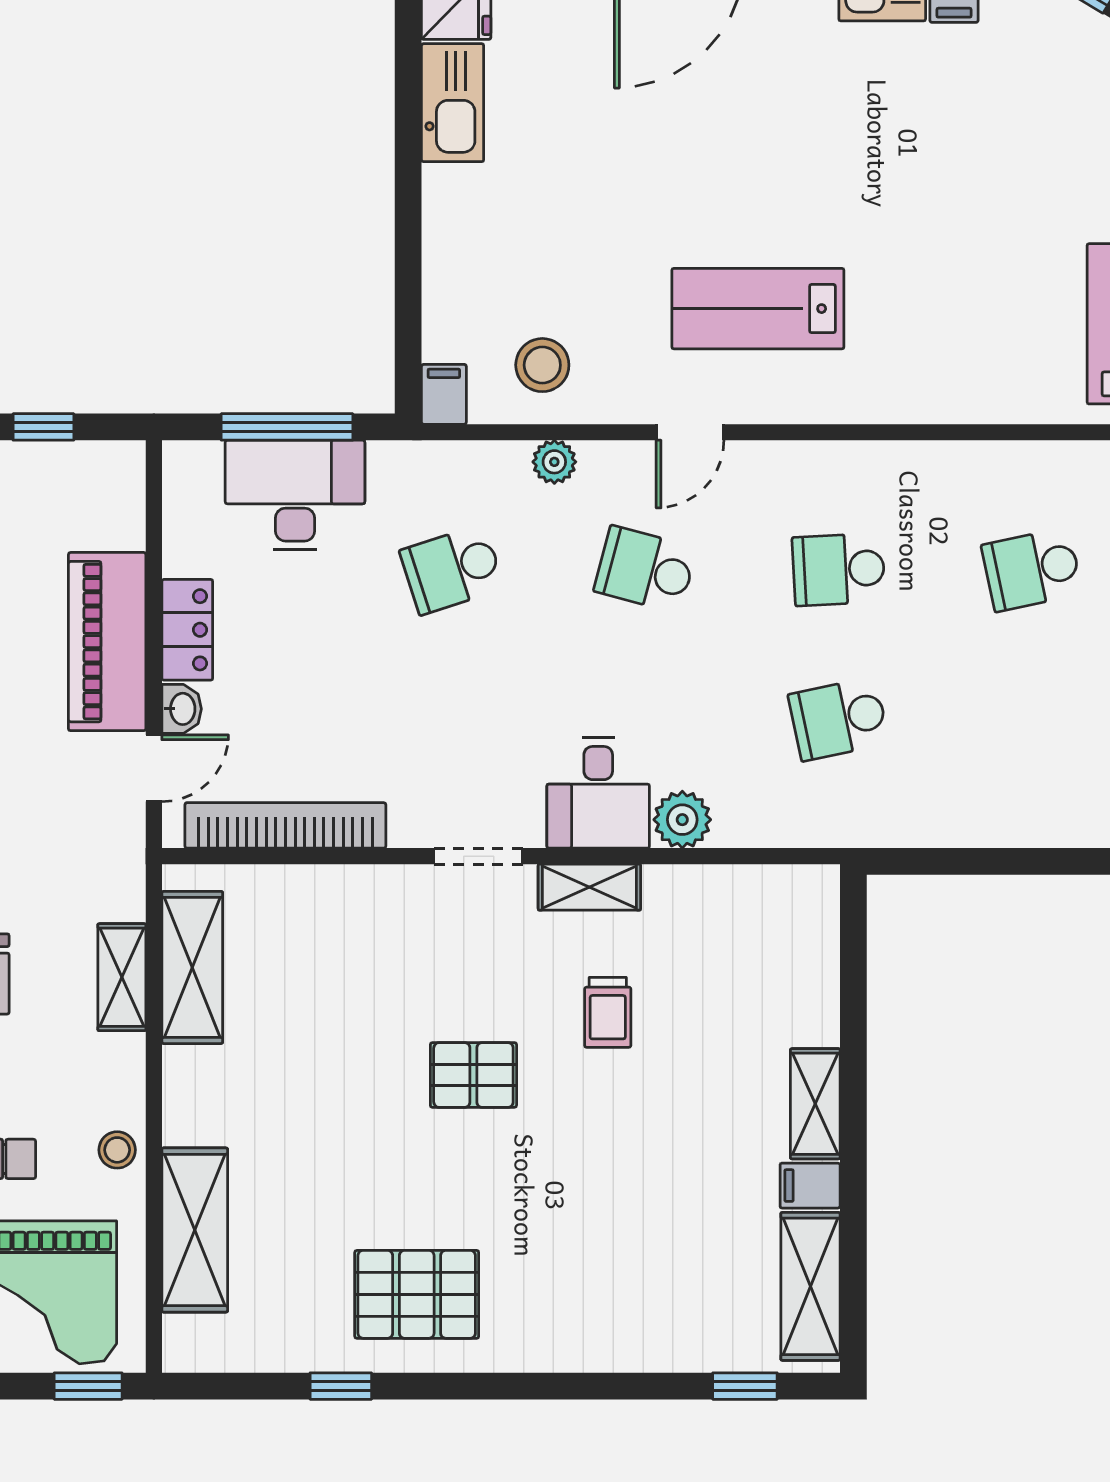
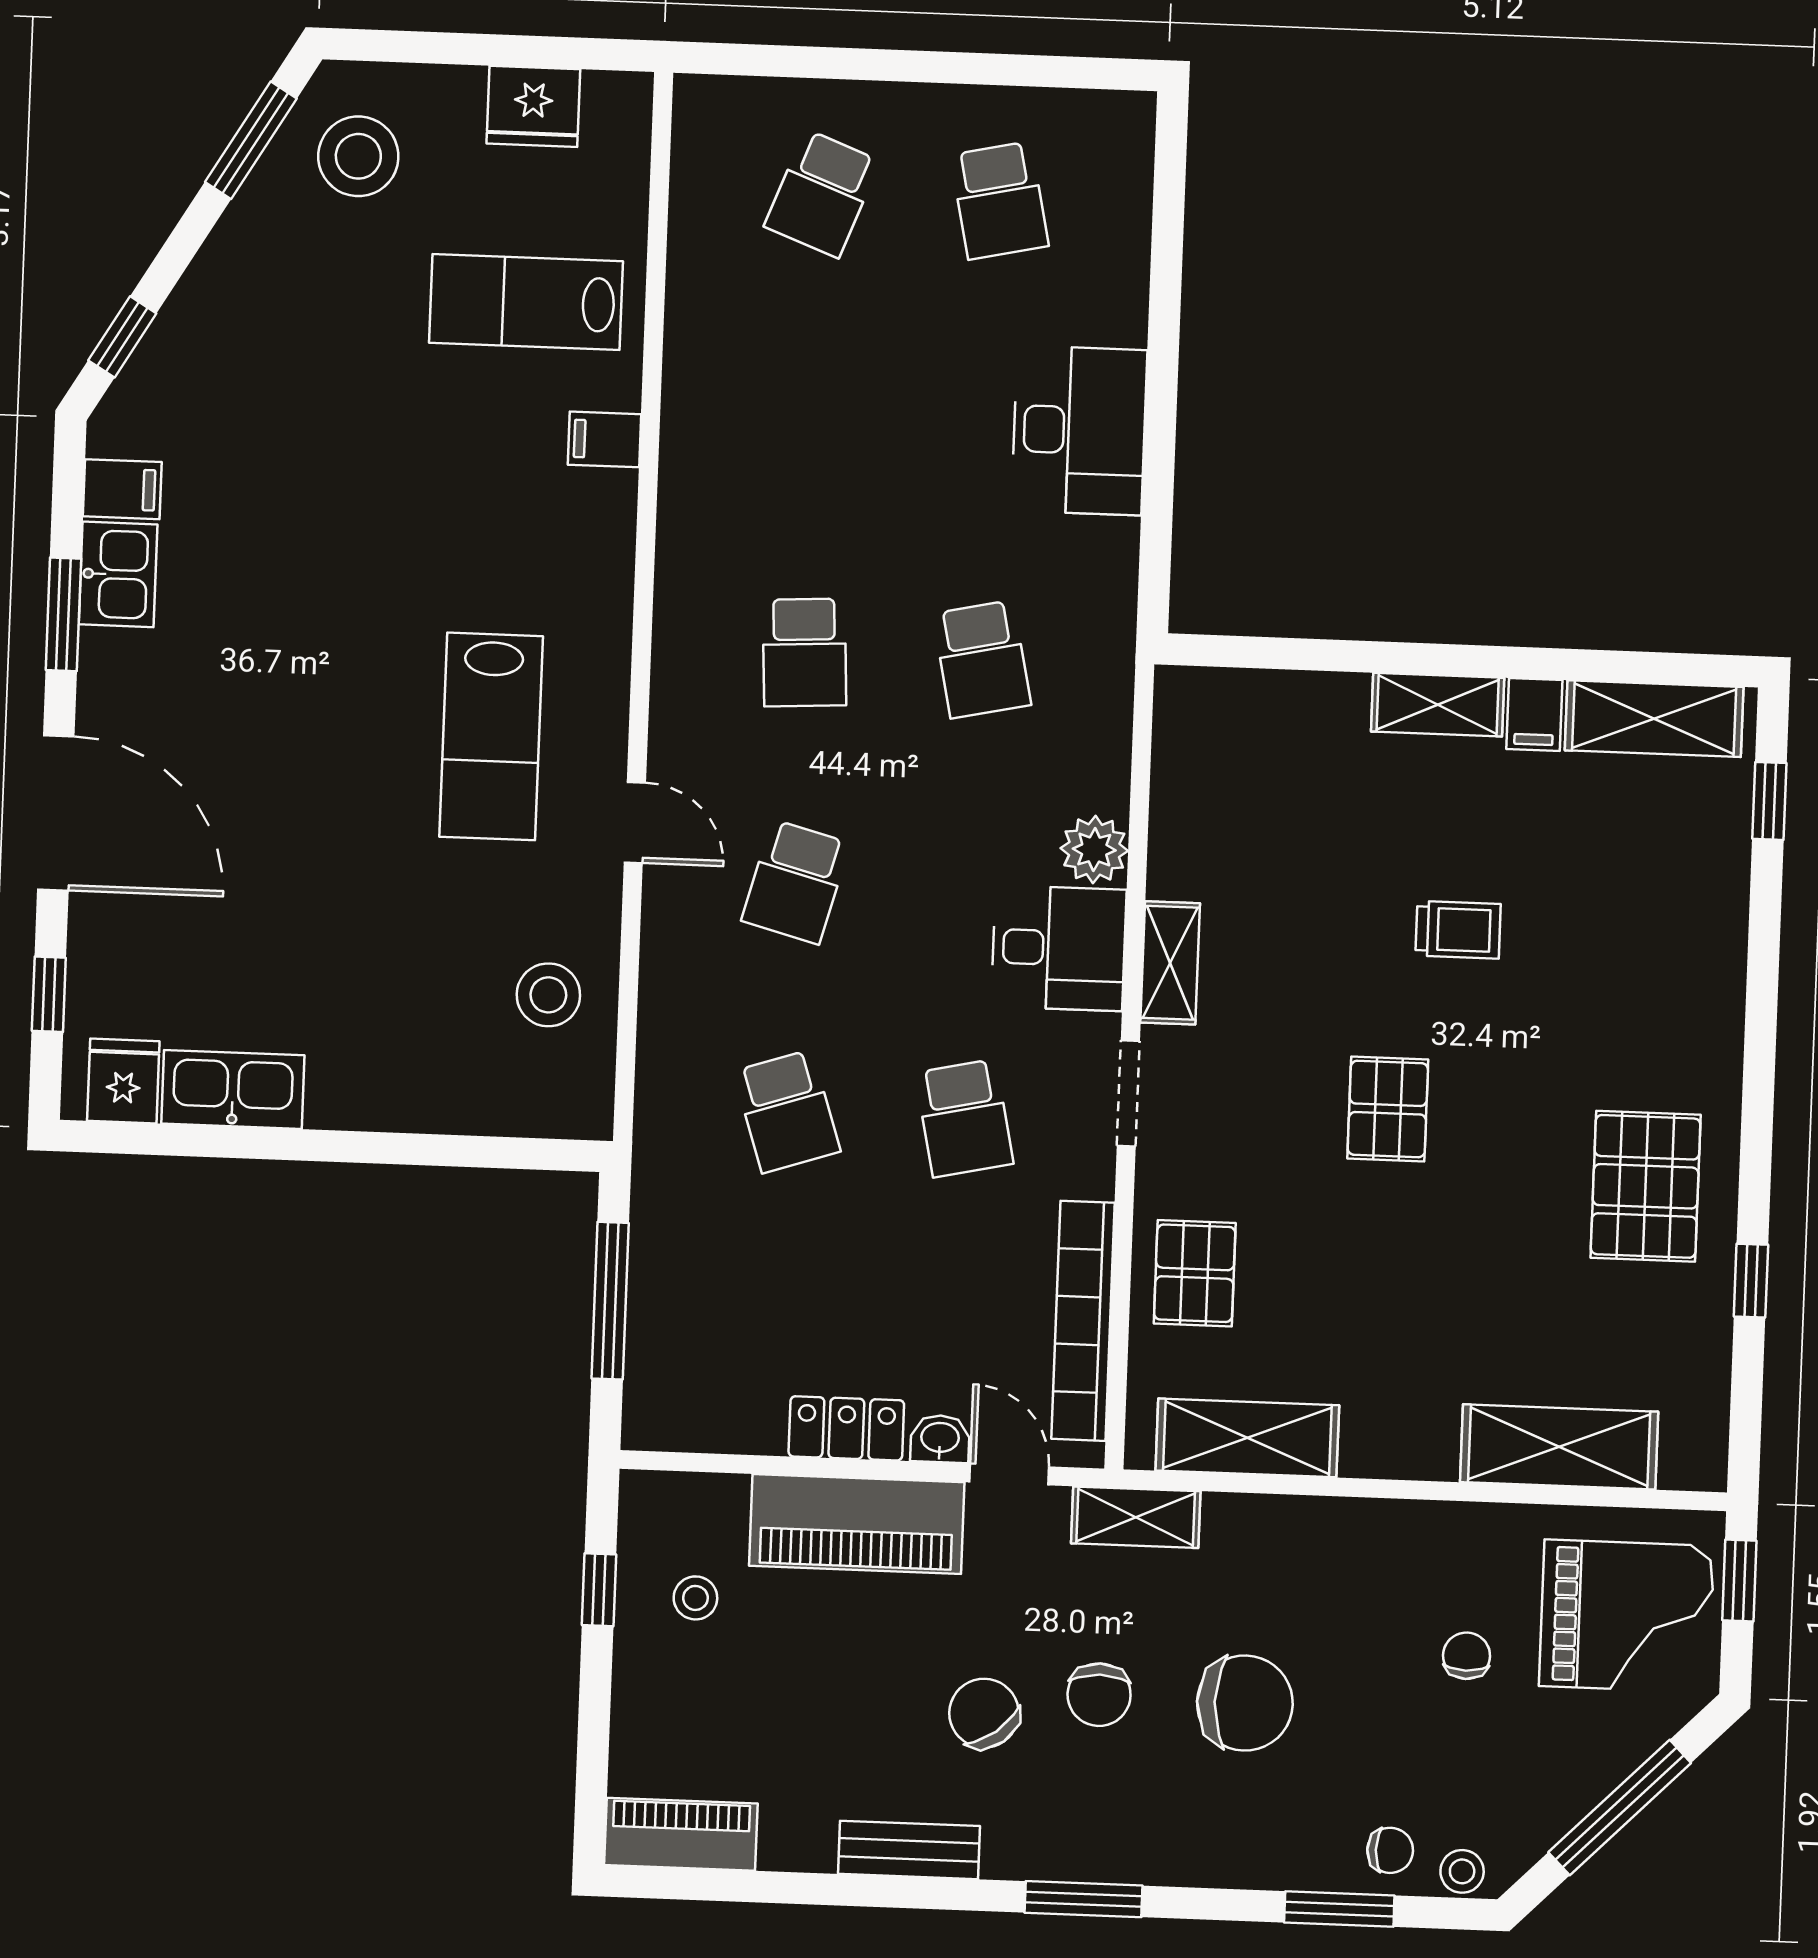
filing cabinet: (444, 394) -> (605, 439), moved
plant: (554, 462) -> (664, 985), removed
desk: (295, 495) -> (1079, 430), moved, turned 180
school desk: (1032, 569) -> (964, 1118), moved
pallet: (329, 918) -> (1195, 1273), added
shelving: (122, 977) -> (1136, 1517), moved
trolley: (608, 1012) -> (1458, 930), moved
stool: (117, 1150) -> (695, 1598), moved

